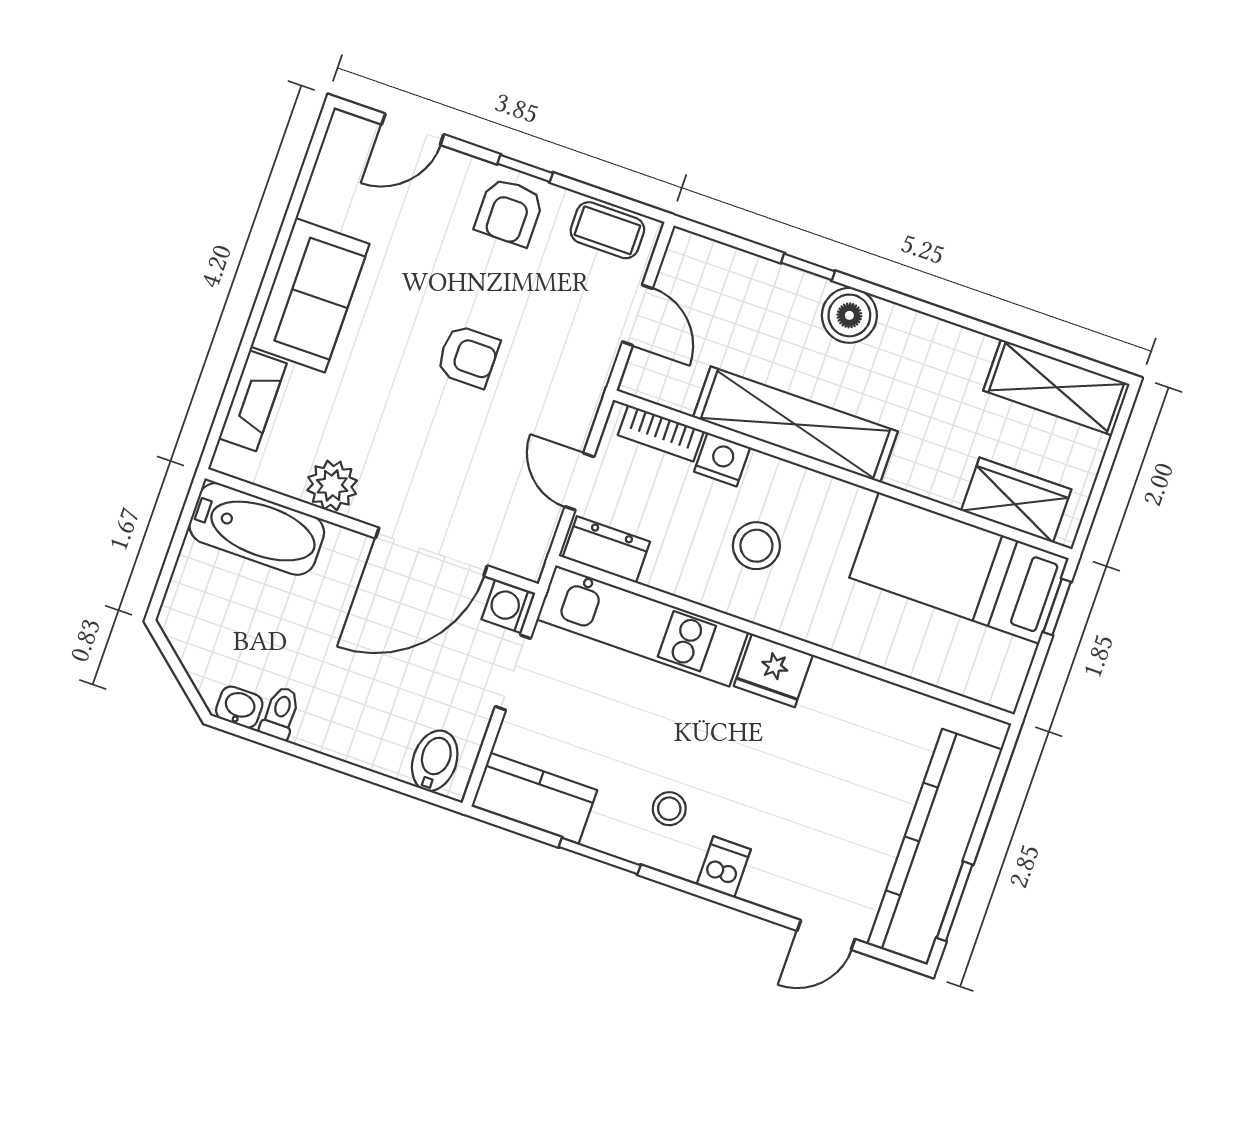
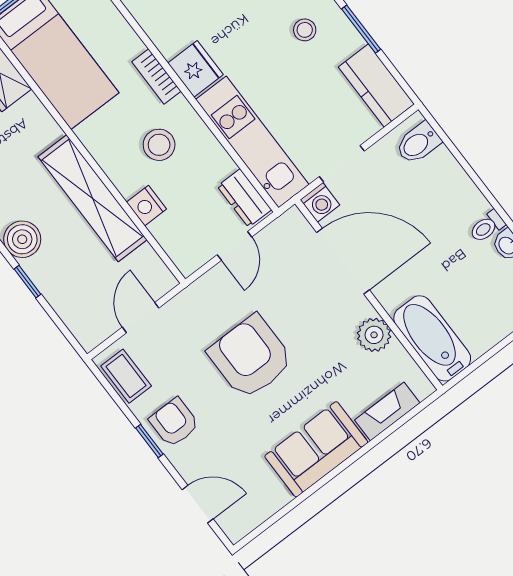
armchair: (509, 212) -> (174, 422), turned -90
armchair: (468, 356) -> (251, 357), width x1.88, depth x1.88
bookcase: (661, 433) -> (156, 77), moved, turned 180

